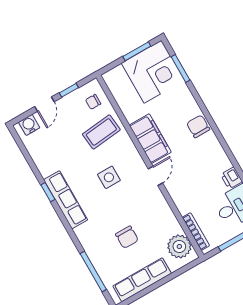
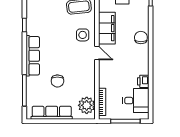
door: (155, 176) -> (97, 53), hinge flipped
side table: (109, 177) -> (83, 35), moved
row of seats: (66, 200) -> (33, 56), moved

